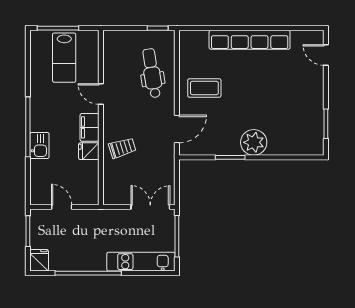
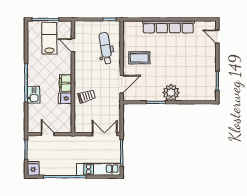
lab bench: (64, 58) -> (49, 38), turned 180
door: (101, 94) -> (73, 45), moved

